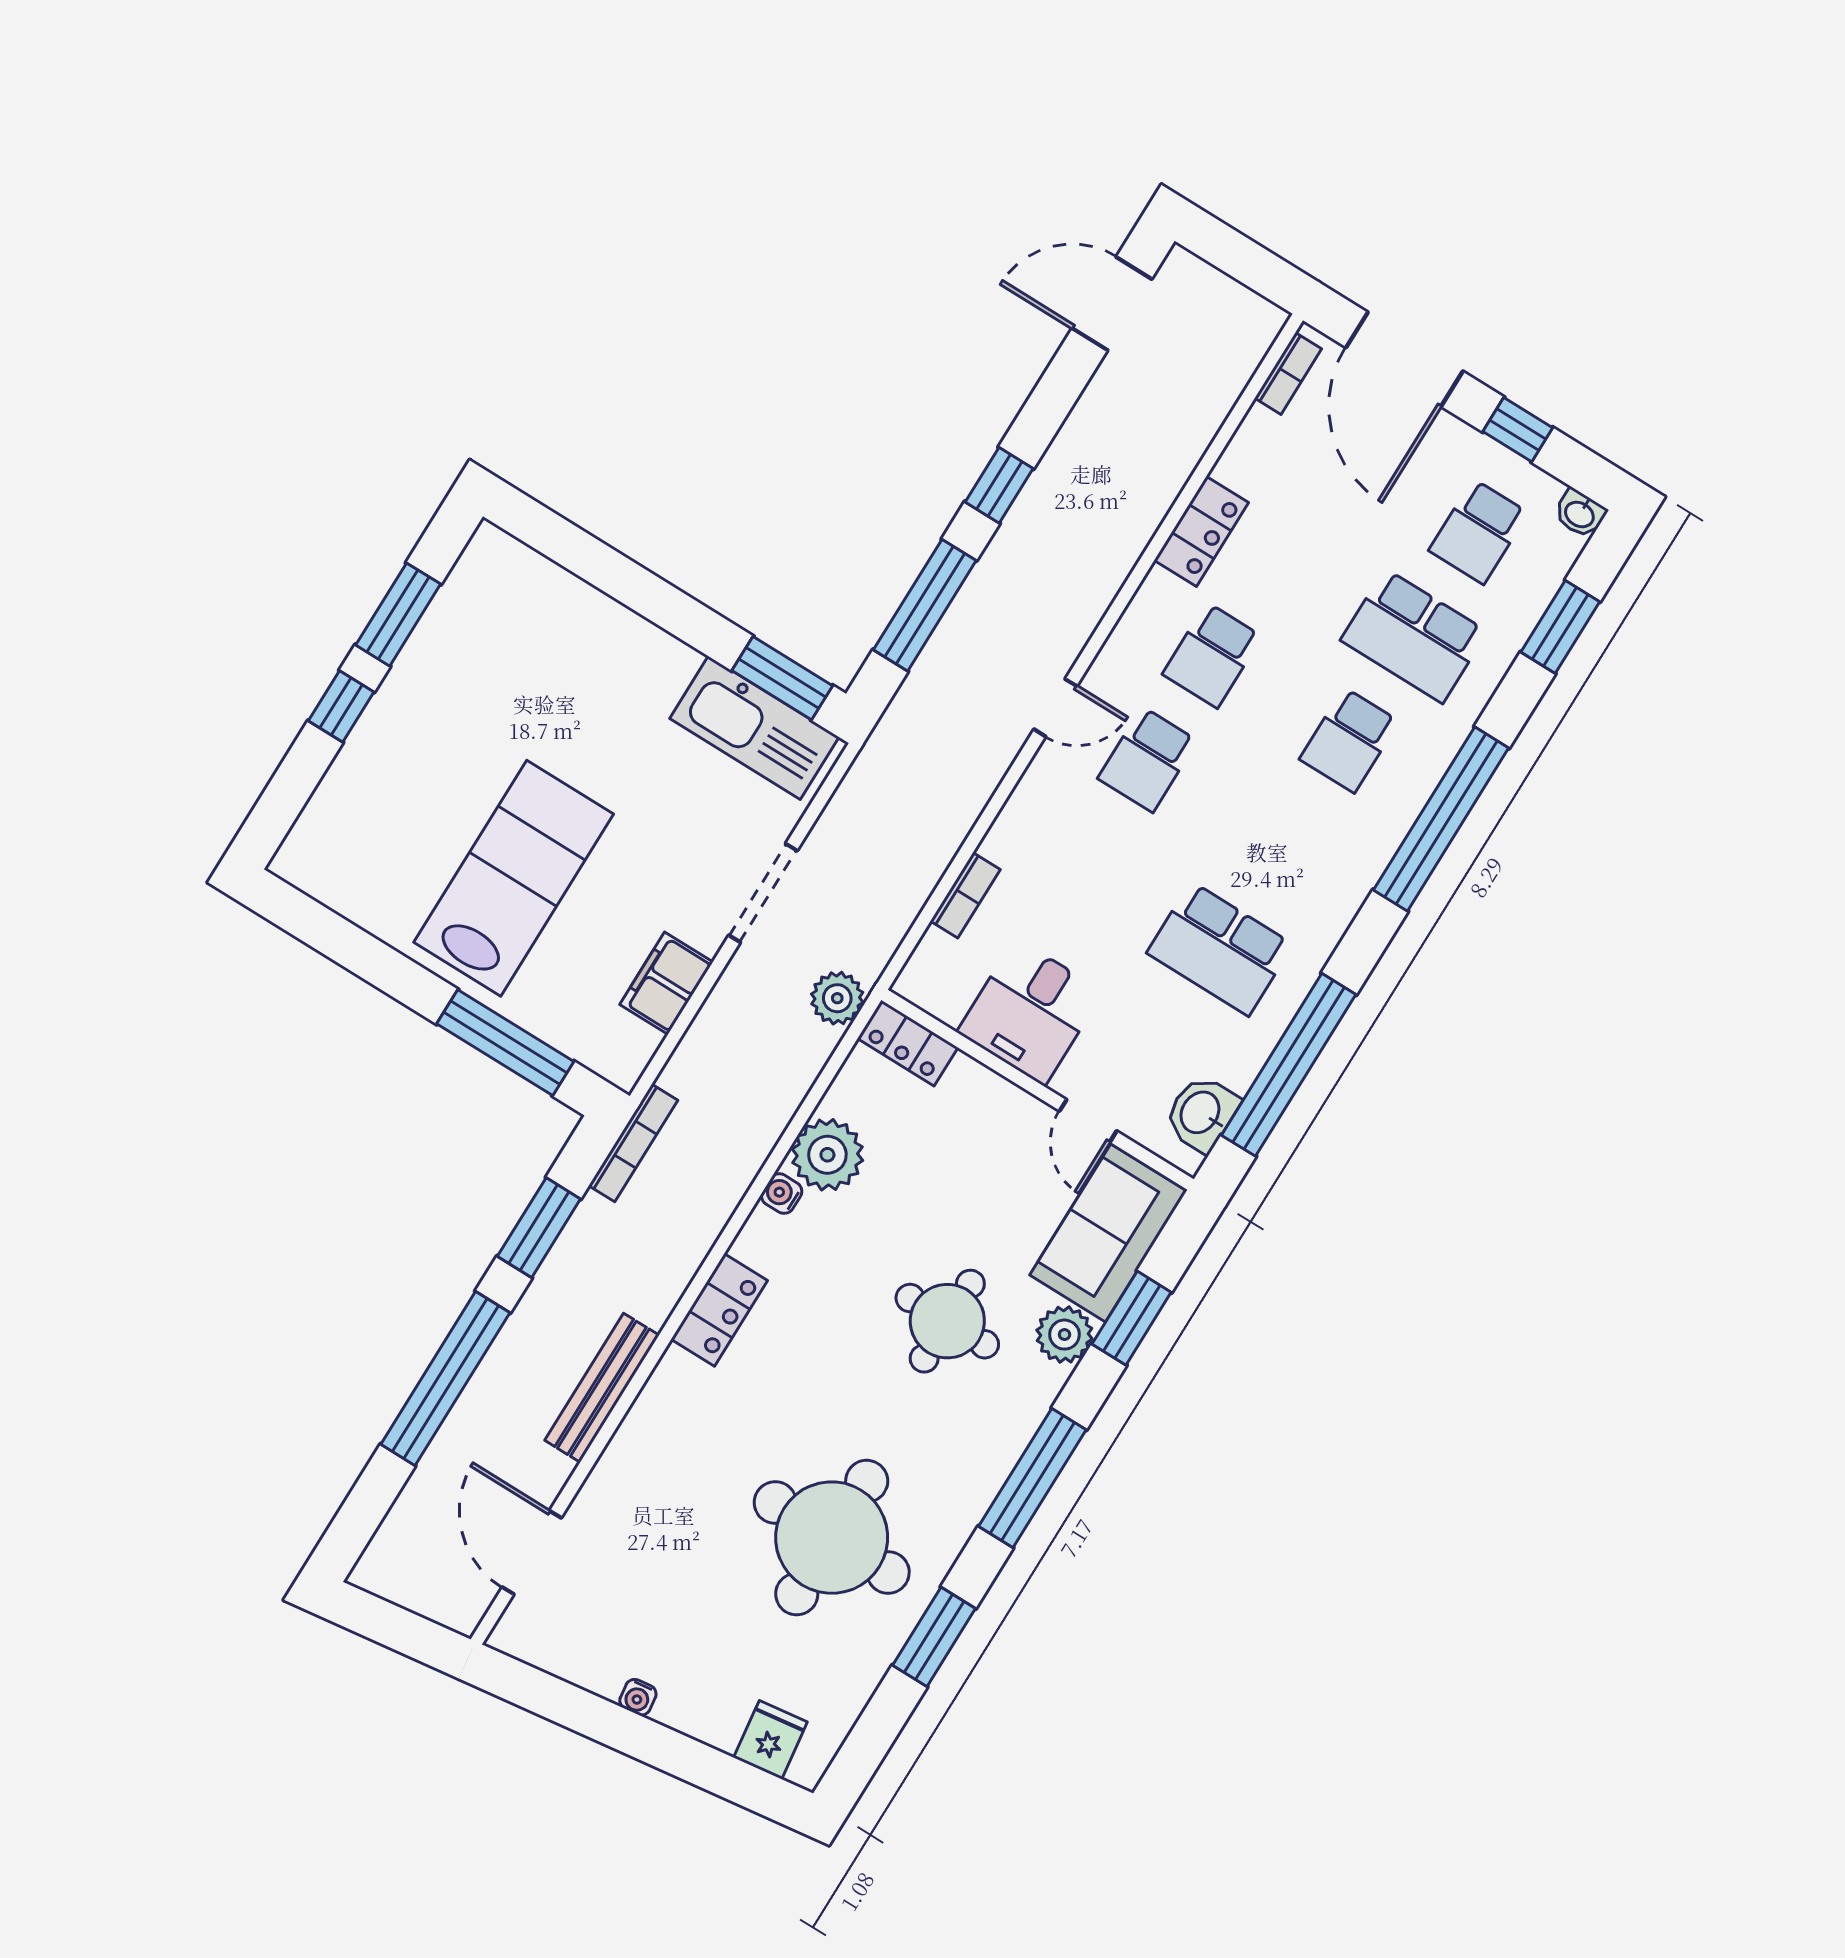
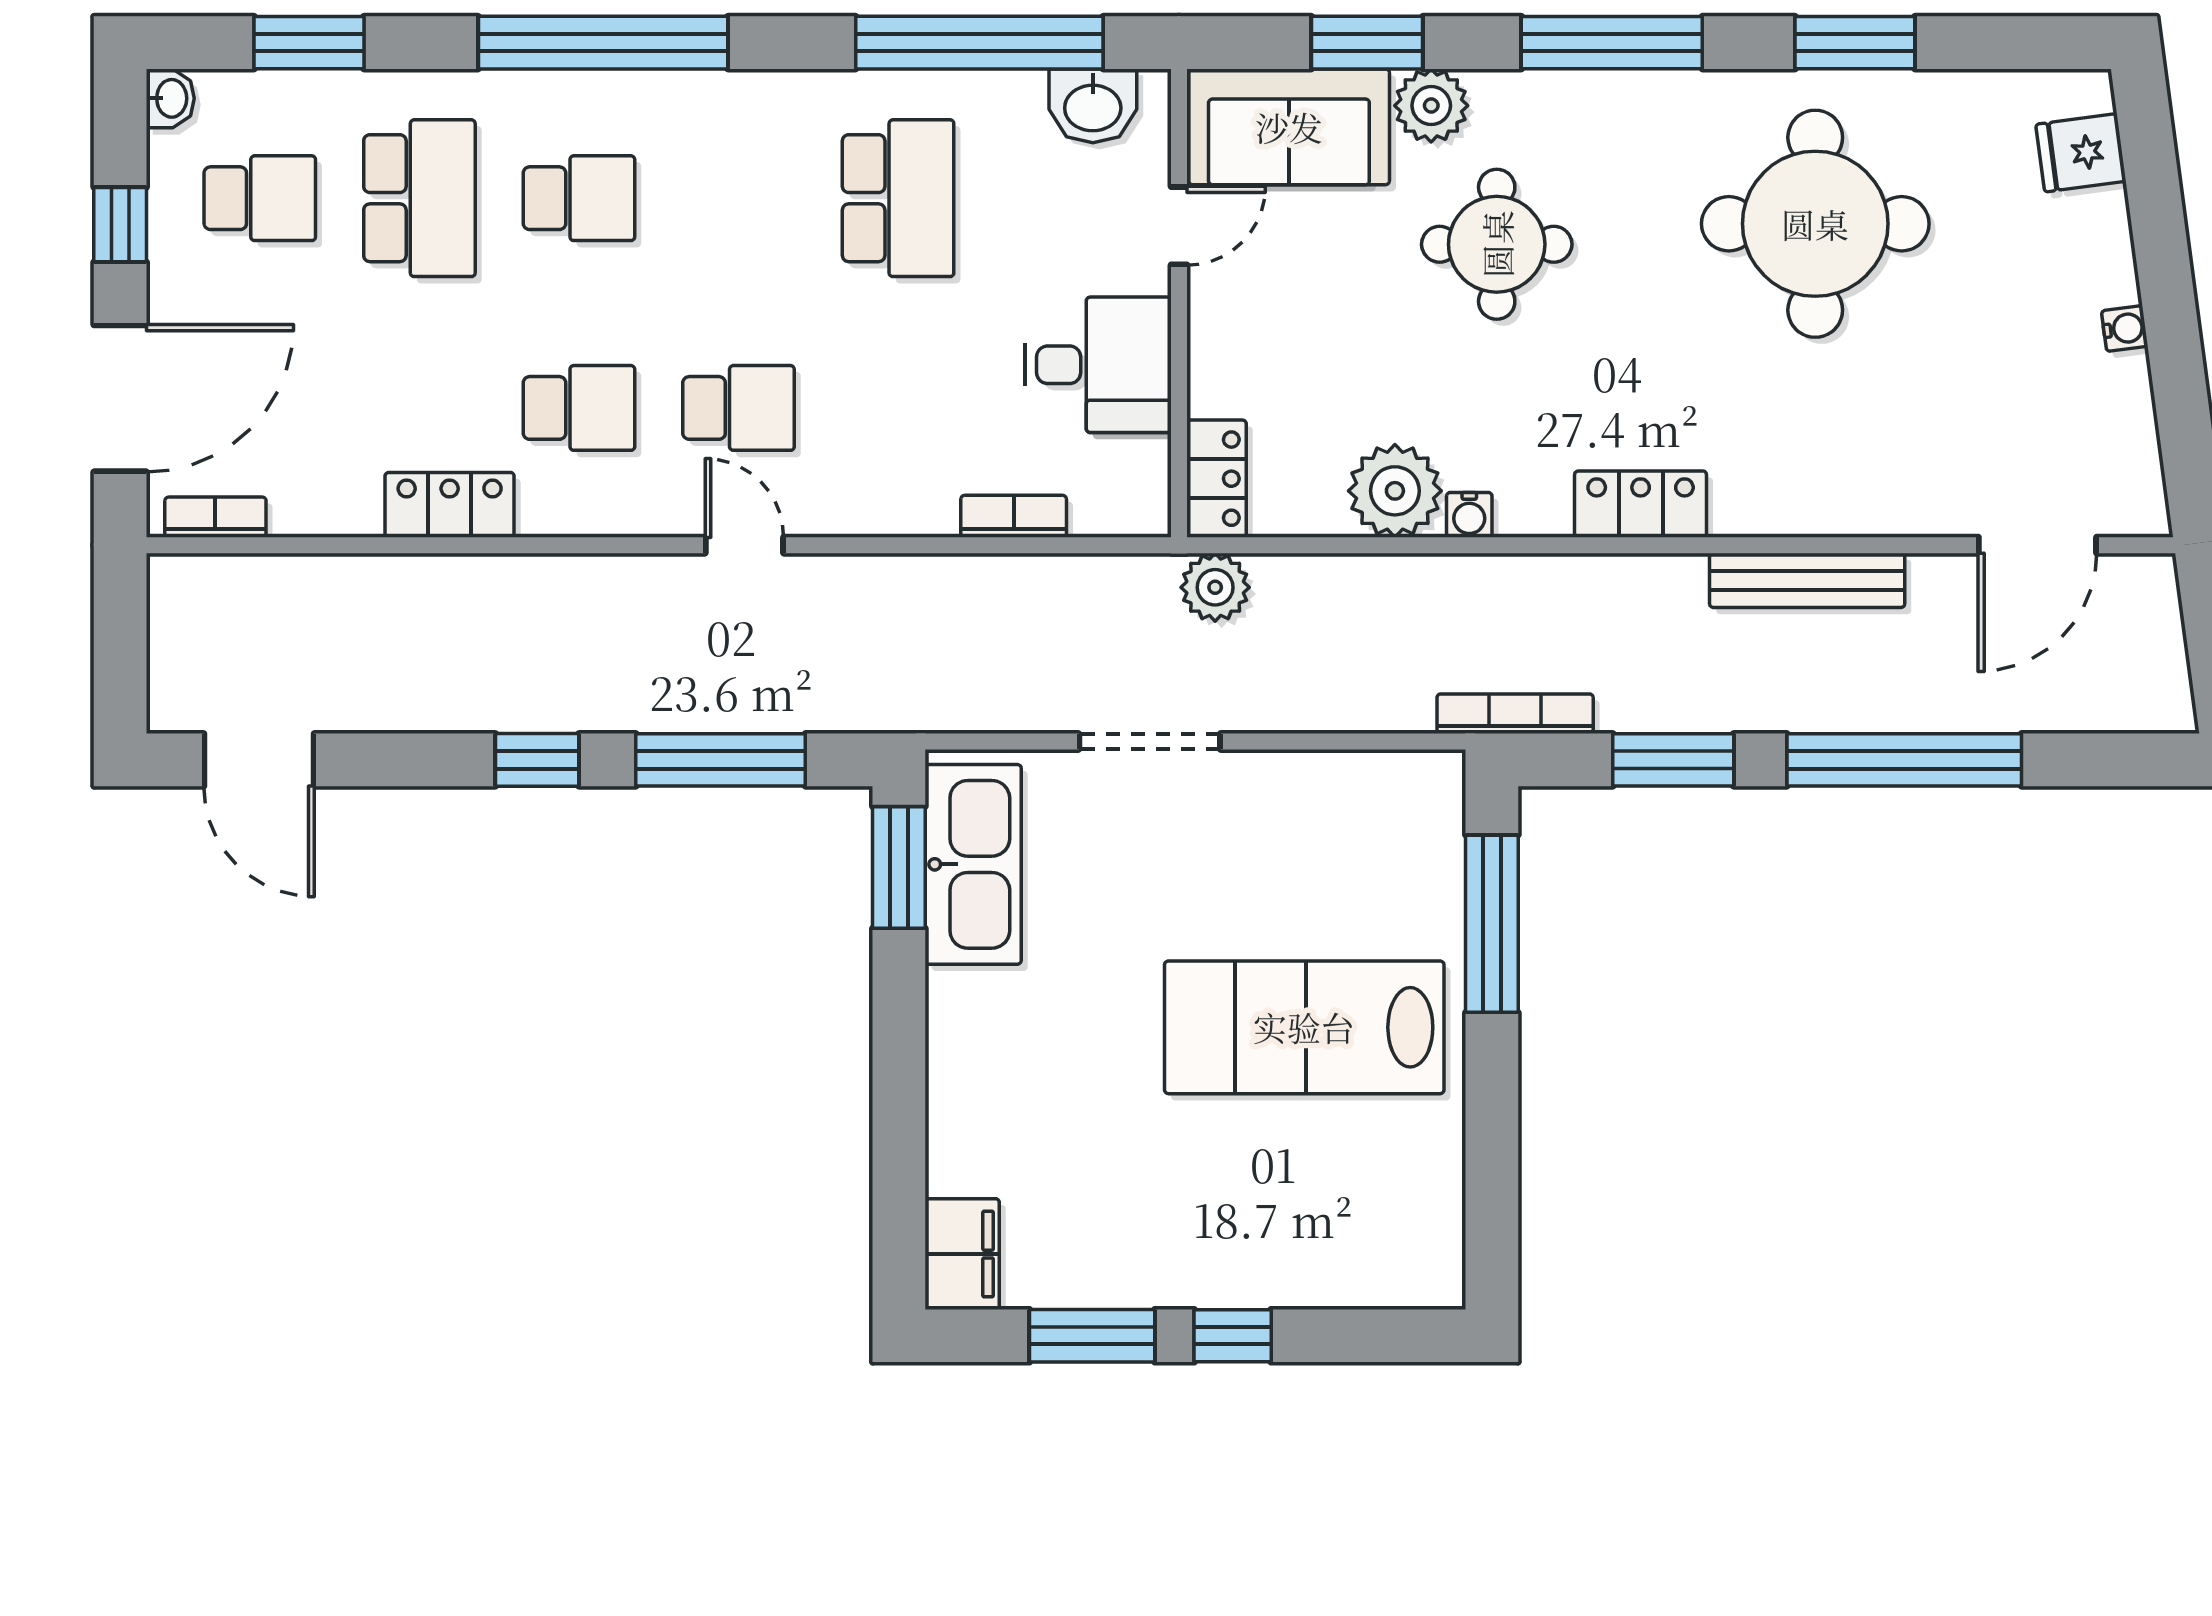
filing cabinet: (666, 983) -> (962, 1254), moved, turned -90

